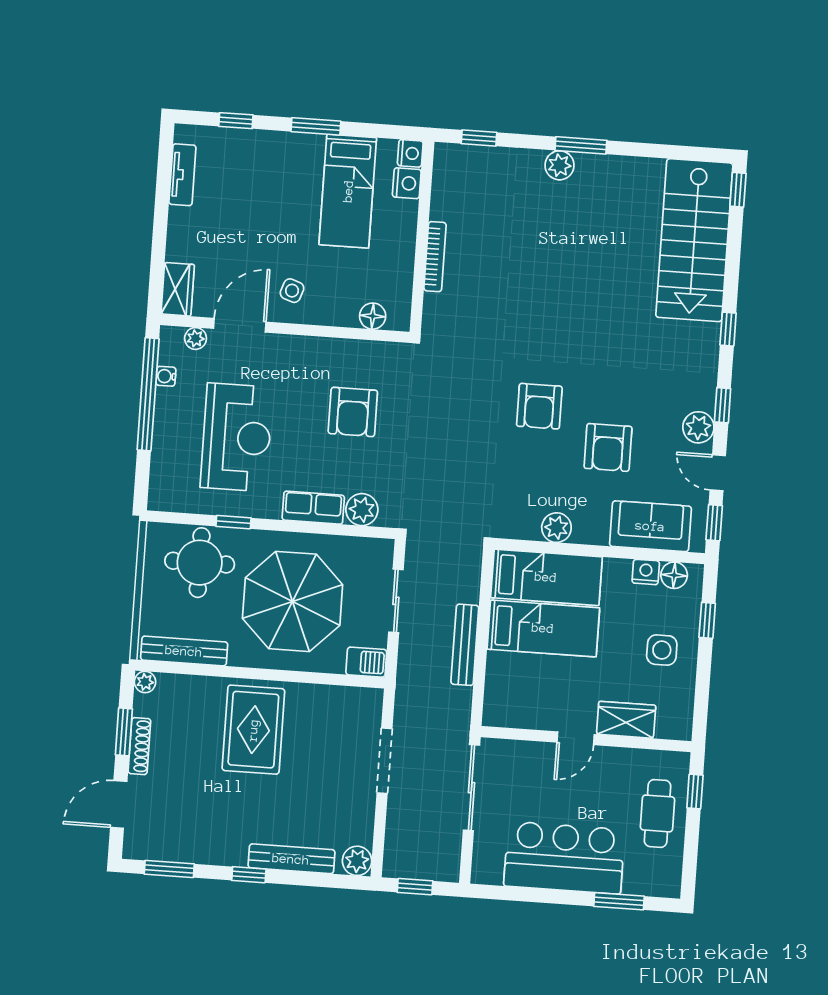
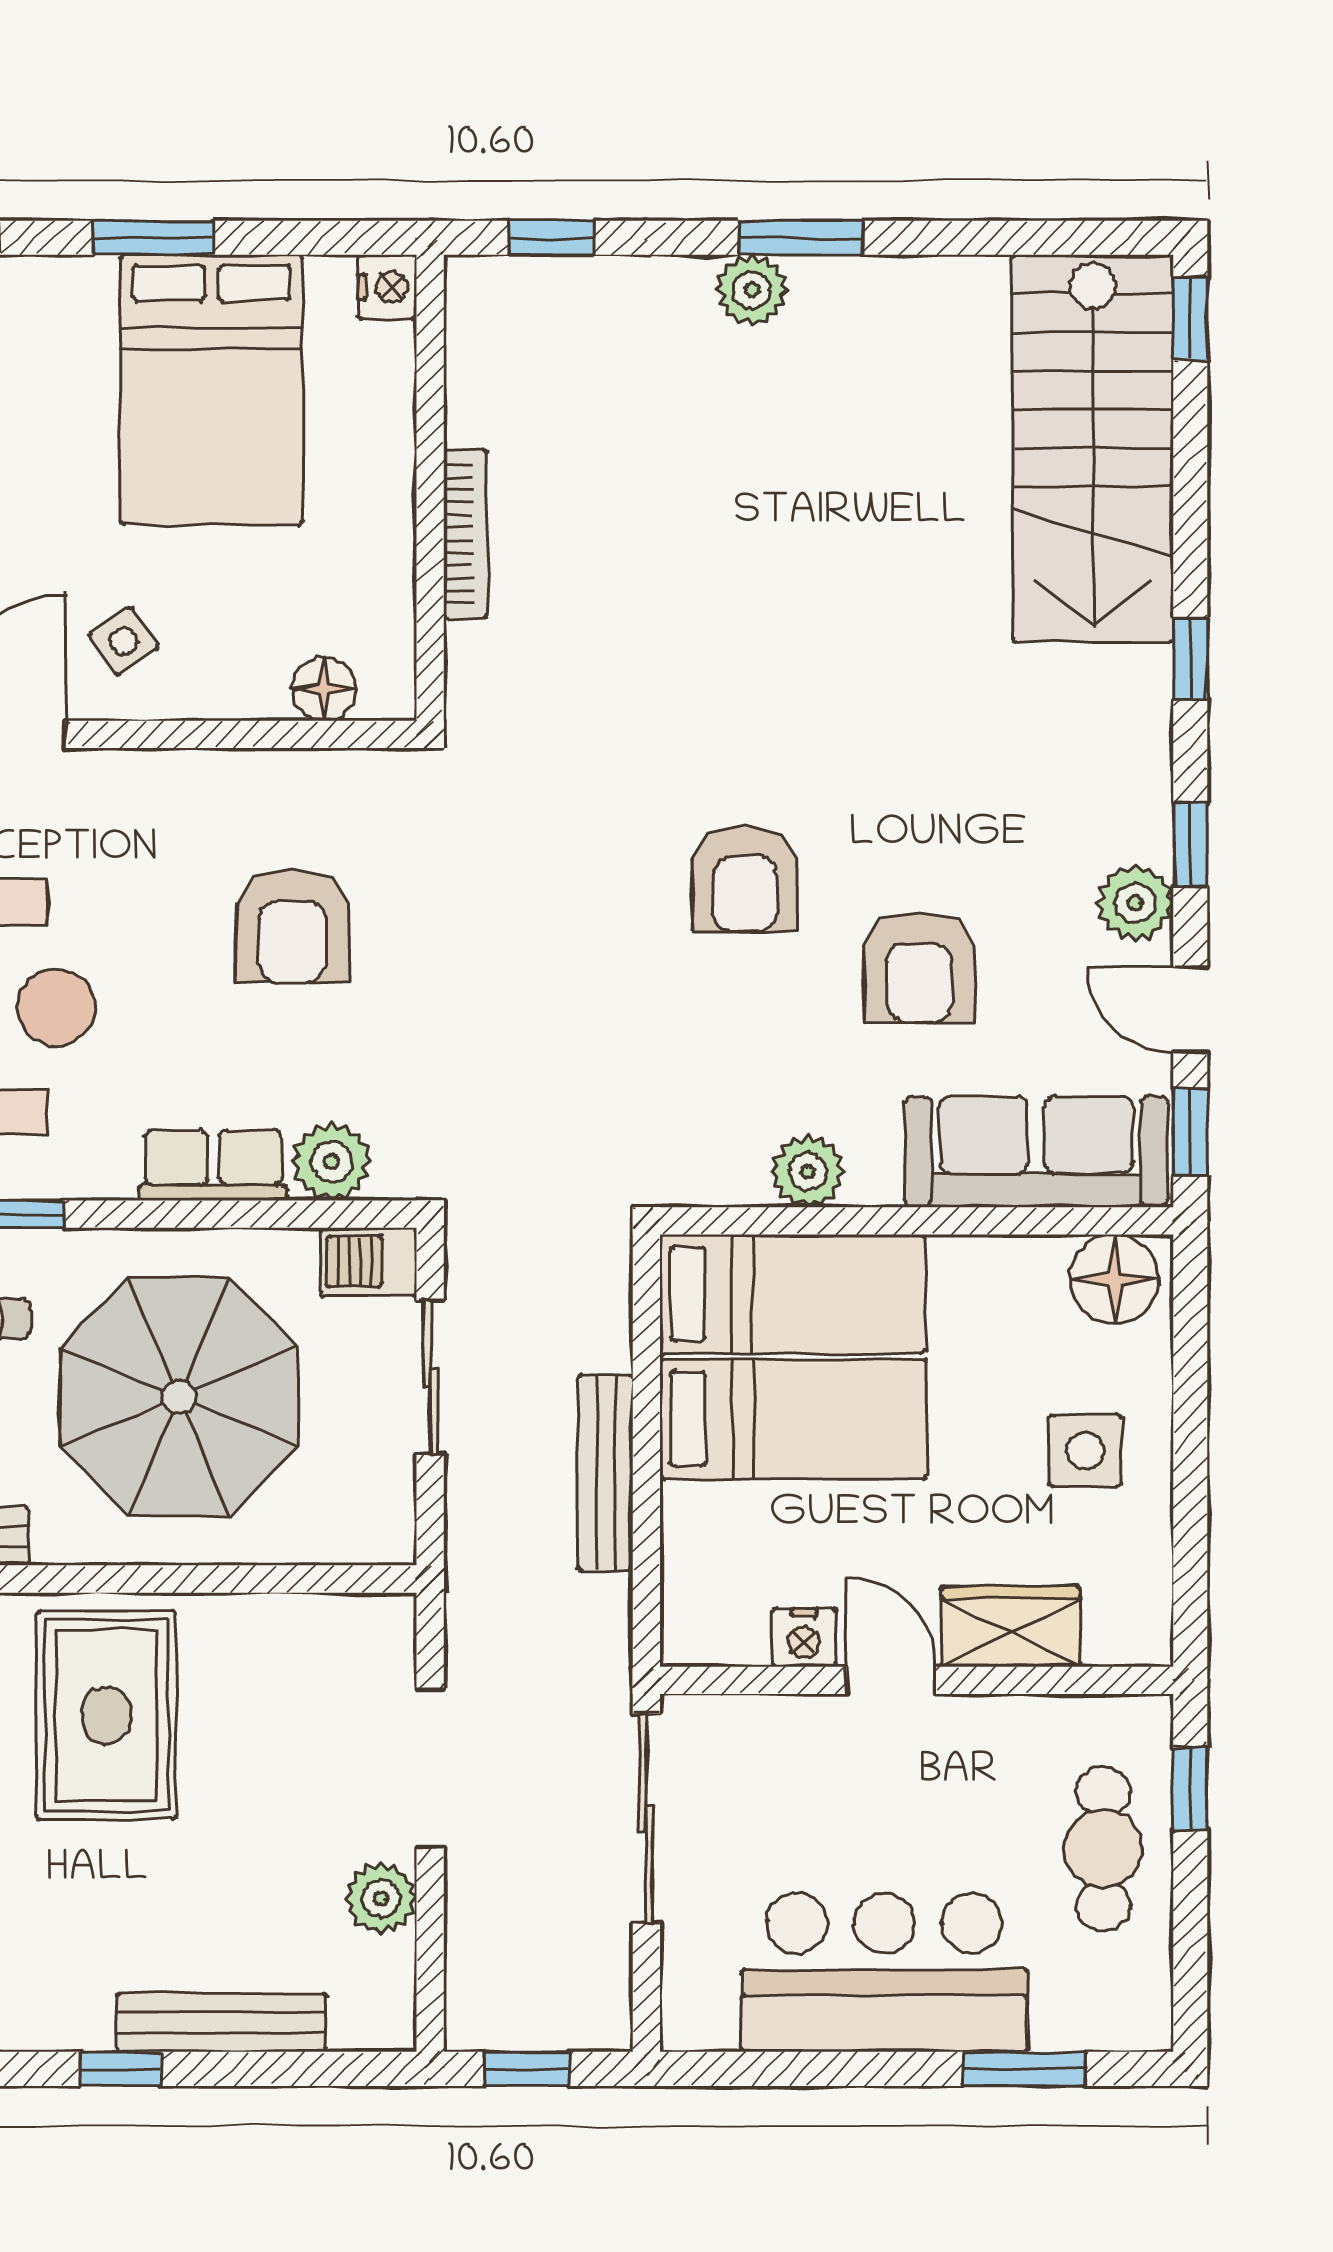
nightstand: (407, 183) -> (384, 360), removed
bed: (348, 191) -> (211, 390), width x1.50
side table: (292, 291) -> (124, 641), turned 37
sofa: (650, 526) -> (1036, 1152), width x1.36
nightstand: (646, 572) -> (804, 1638), moved, turned 180
floor lamp: (674, 575) -> (1114, 1279), width x1.38, depth x1.38
window: (707, 620) -> (1190, 1371), removed
barbecue: (366, 662) -> (369, 1262), moved, turned 180
door: (576, 738) -> (891, 1680), swing flipped
plant: (357, 861) -> (381, 1898), moved

